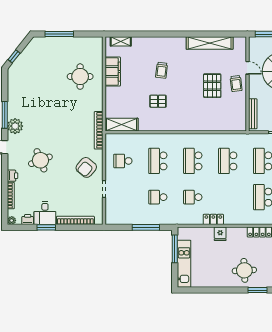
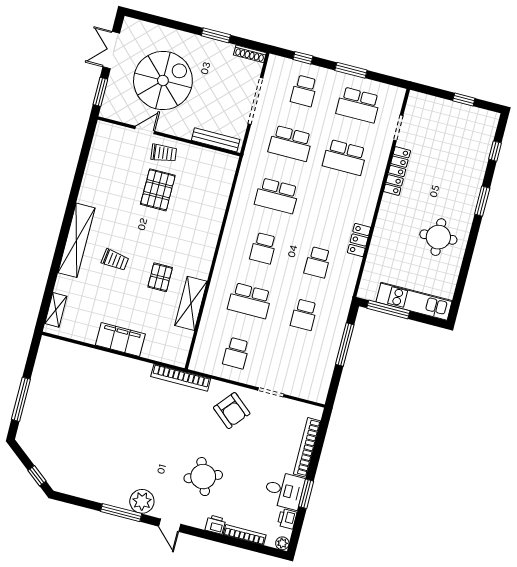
shelving: (210, 43) -> (76, 240), moved
filing cabinet: (113, 72) -> (120, 339), moved
round table: (80, 77) -> (93, 385), removed
pallet: (212, 86) -> (158, 190), turned 90
shelving: (122, 125) -> (191, 303), moved
school desk: (193, 161) -> (263, 248), width x0.54
fridge: (220, 234) -> (383, 235), removed
round table: (244, 270) -> (438, 237), moved

